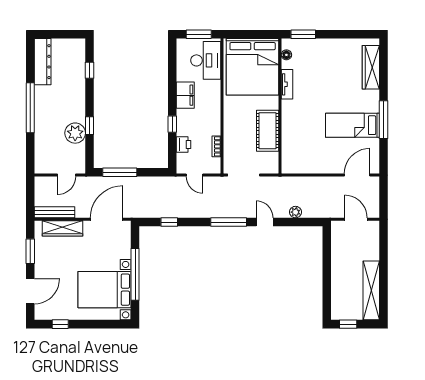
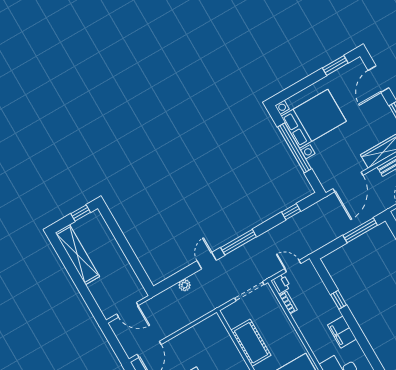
printer: (184, 144) -> (281, 284), moved, turned 180
door: (265, 222) -> (207, 261), swing flipped
window: (60, 324) -> (335, 65), width x1.50

